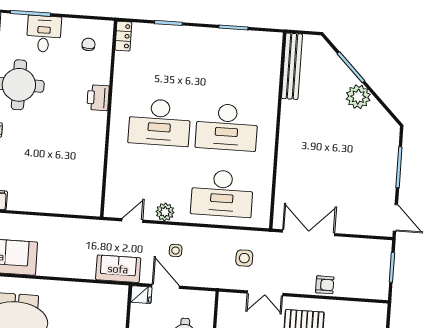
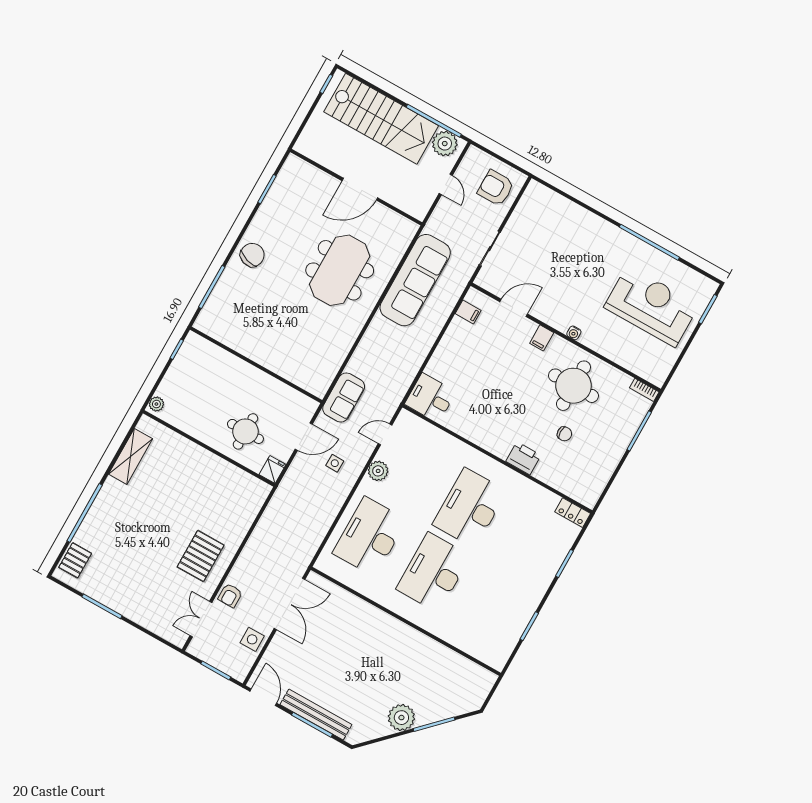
desk: (44, 34) -> (430, 398), moved, turned 180
chair: (88, 44) -> (564, 434), moved
bench: (292, 66) -> (316, 715), moved
door: (395, 218) -> (263, 697), swing flipped
door: (132, 220) -> (385, 434), swing flipped
side table: (244, 258) -> (252, 639), moved
double door: (265, 293) -> (201, 619), moved
fridge: (141, 295) -> (272, 470), moved, turned 180

